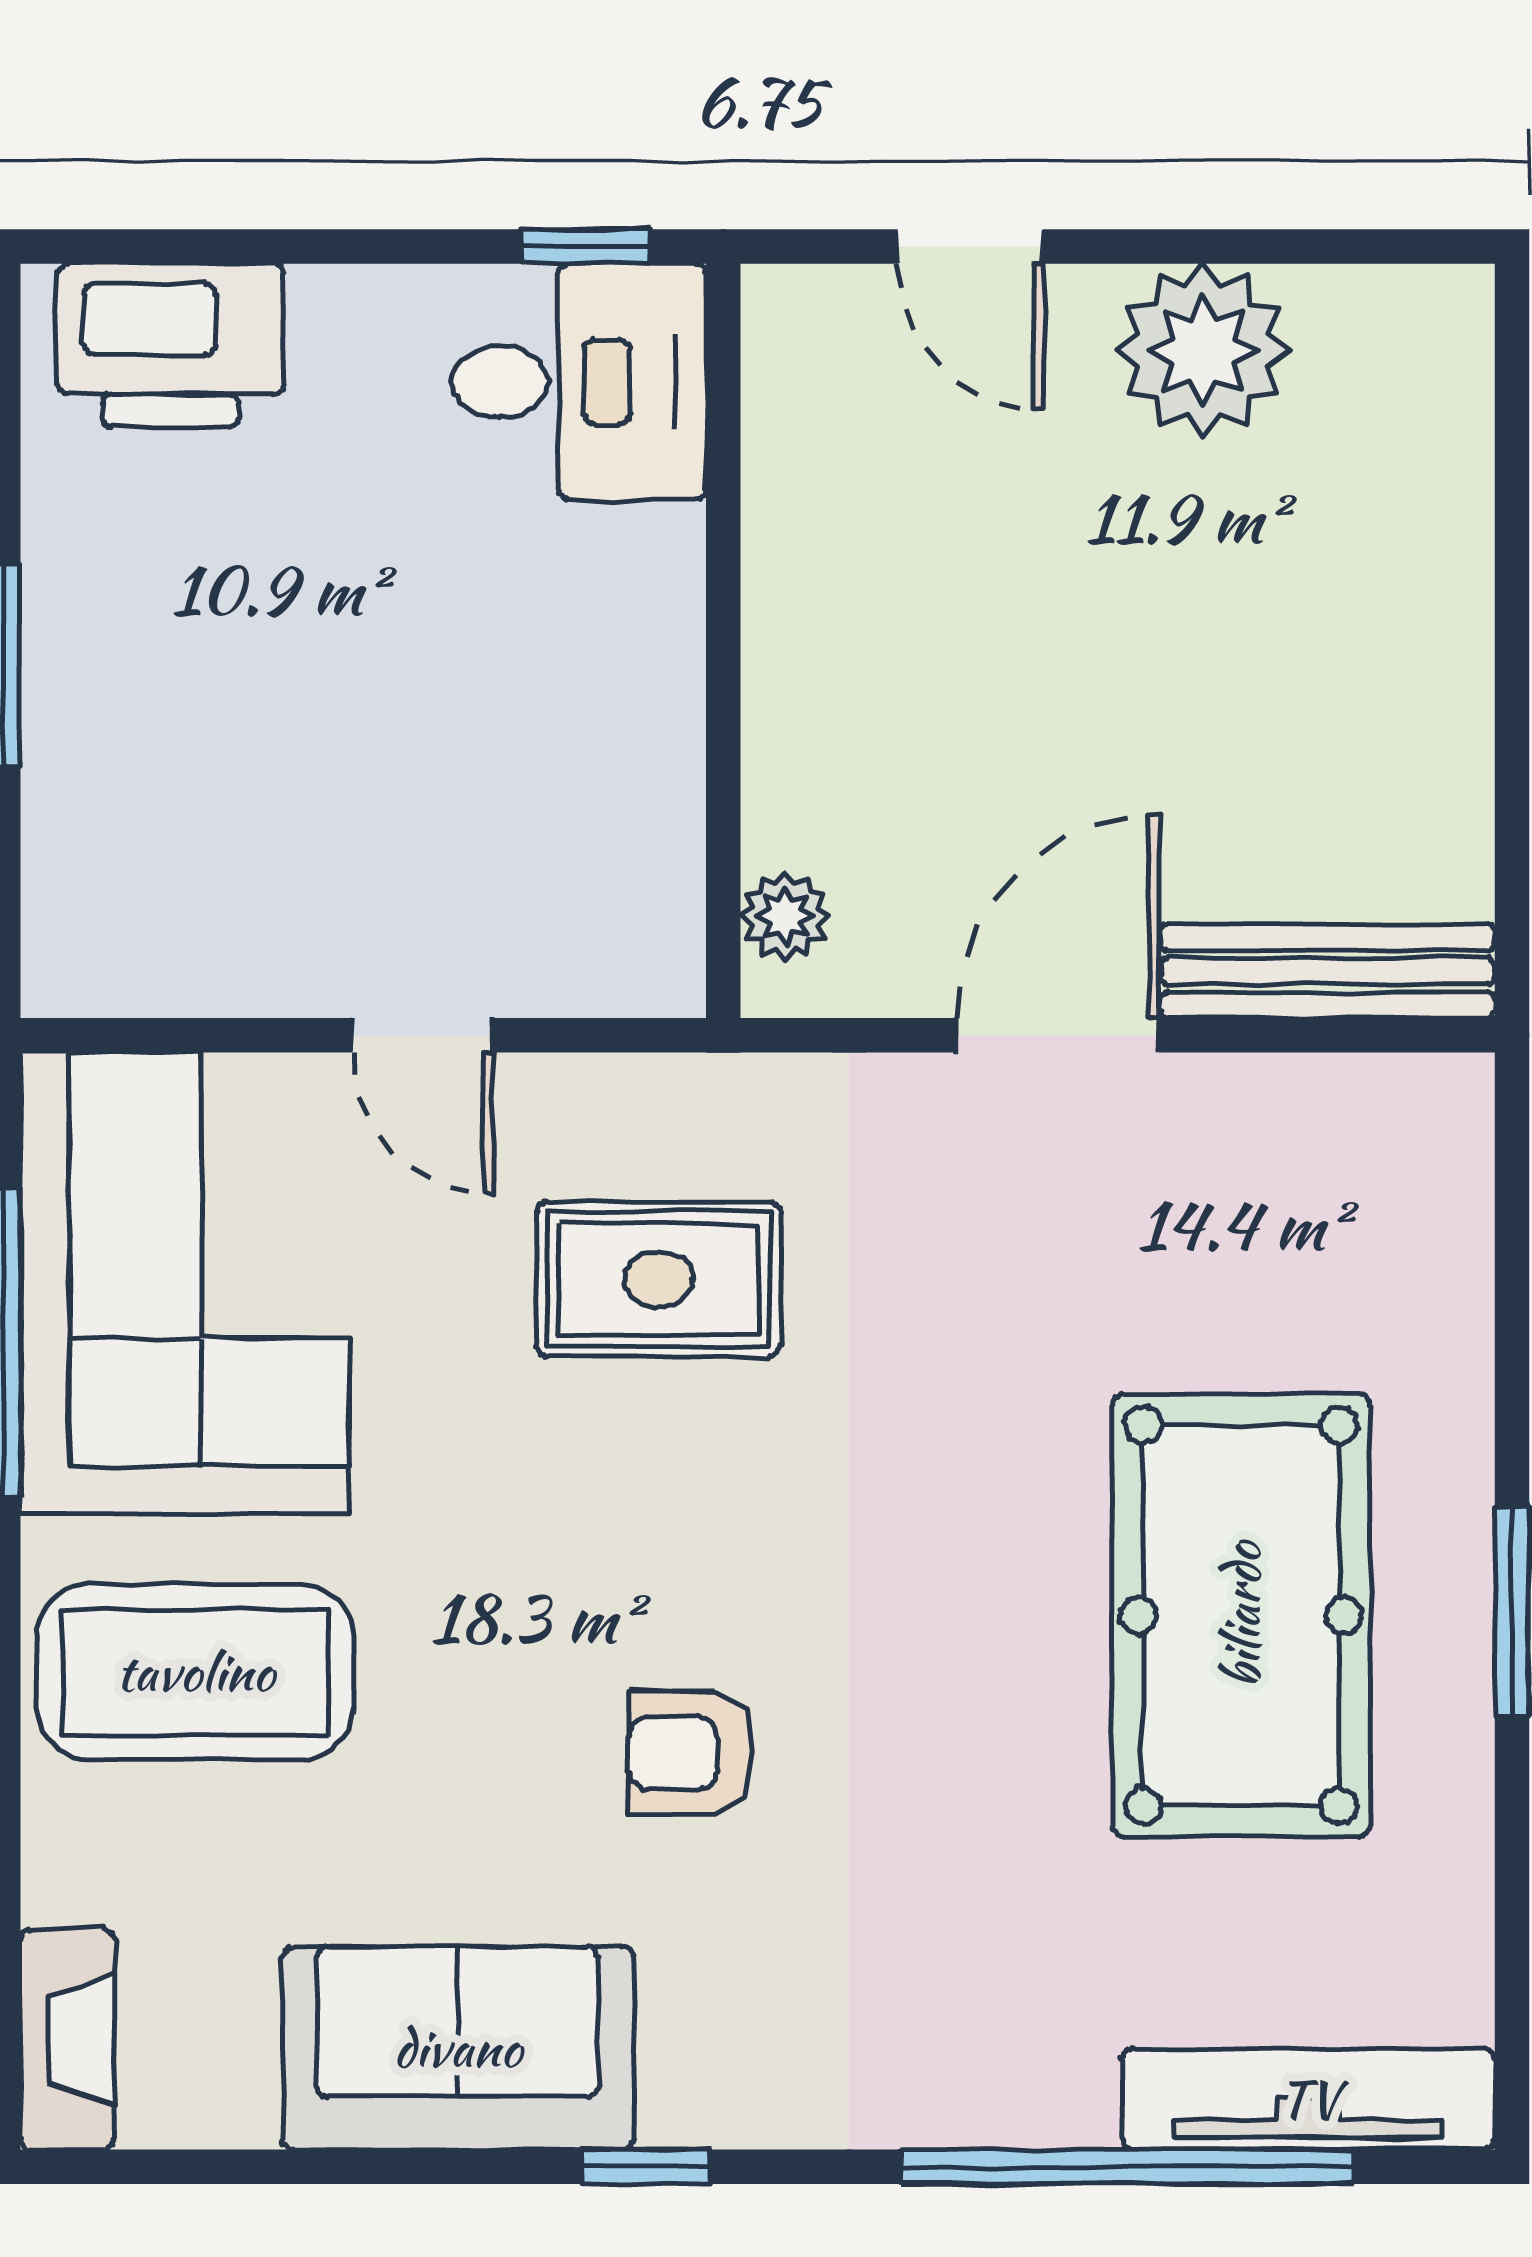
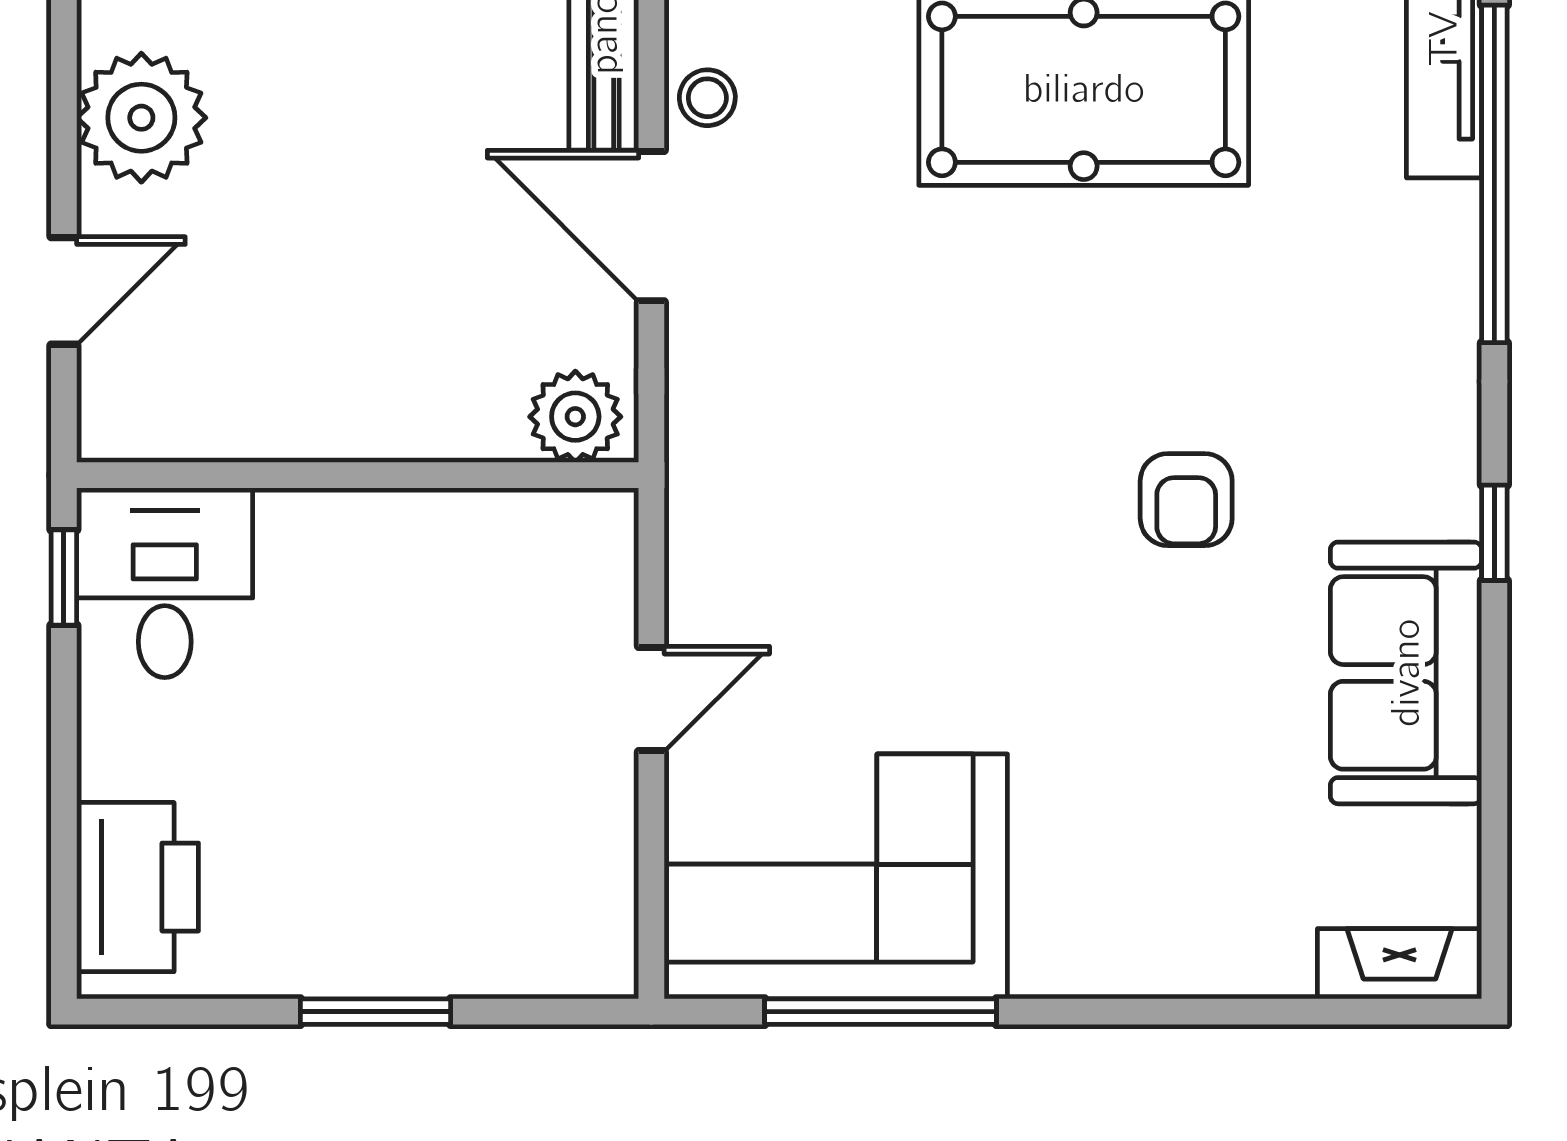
plant: (785, 916) -> (575, 417), width x1.38, depth x1.38
stool: (1230, 1110) -> (707, 98), added
rug: (659, 1279) -> (833, 523), removed
coffee table: (195, 1672) -> (1126, 868), removed

